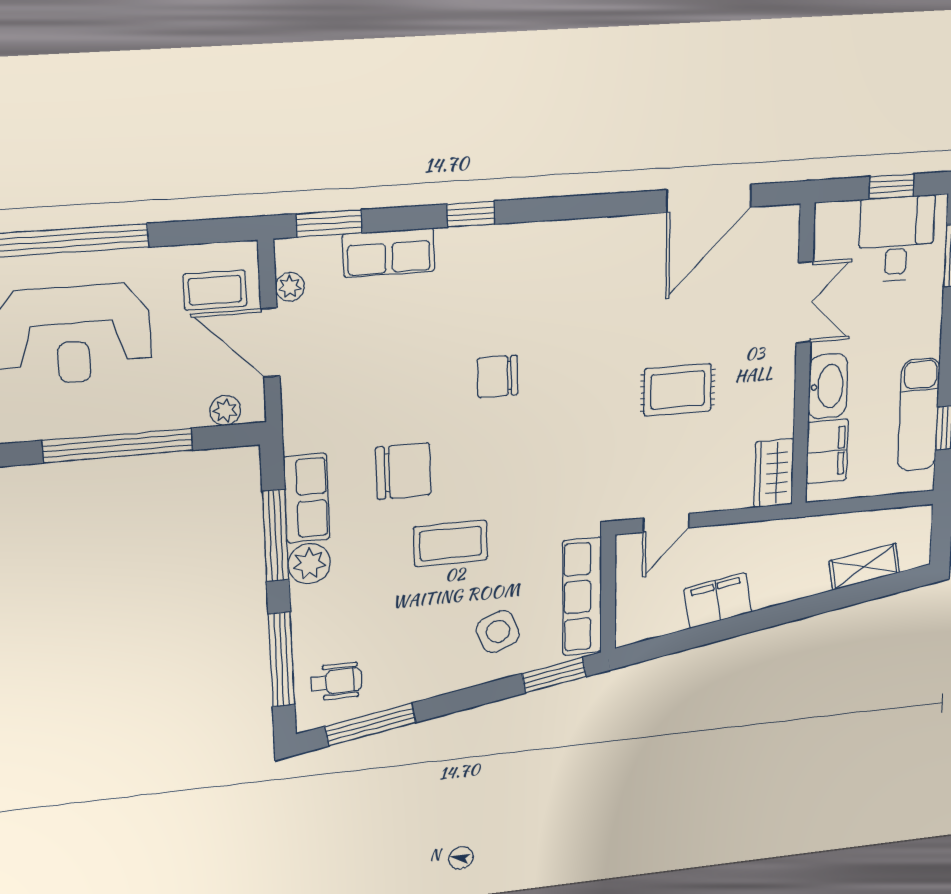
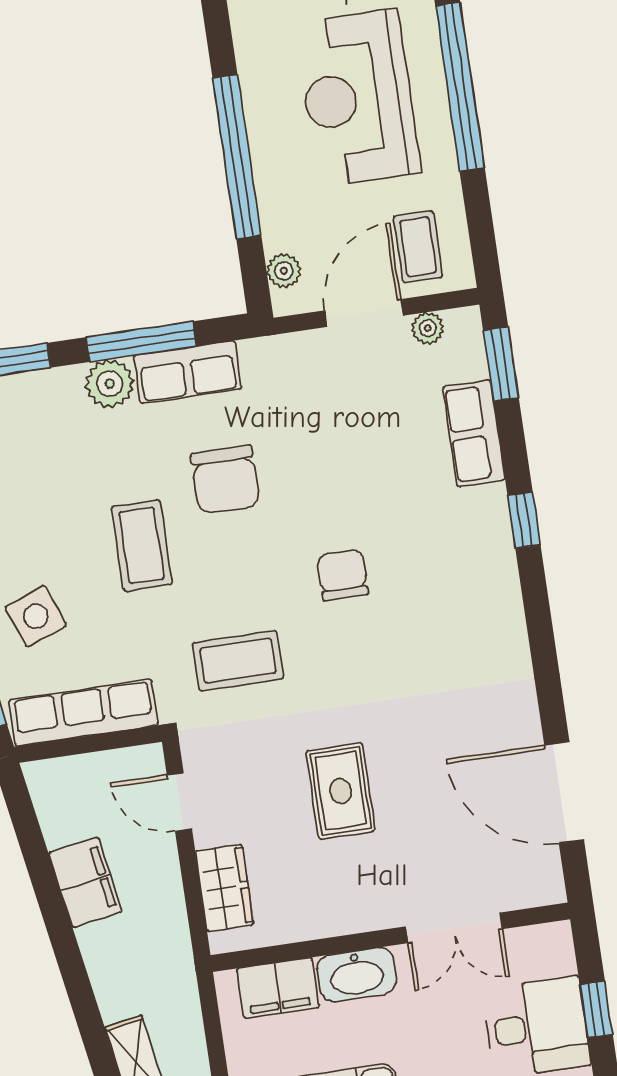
coffee table: (558, 469) -> (238, 661), added
wardrobe: (774, 473) -> (224, 888), moved, turned 90

